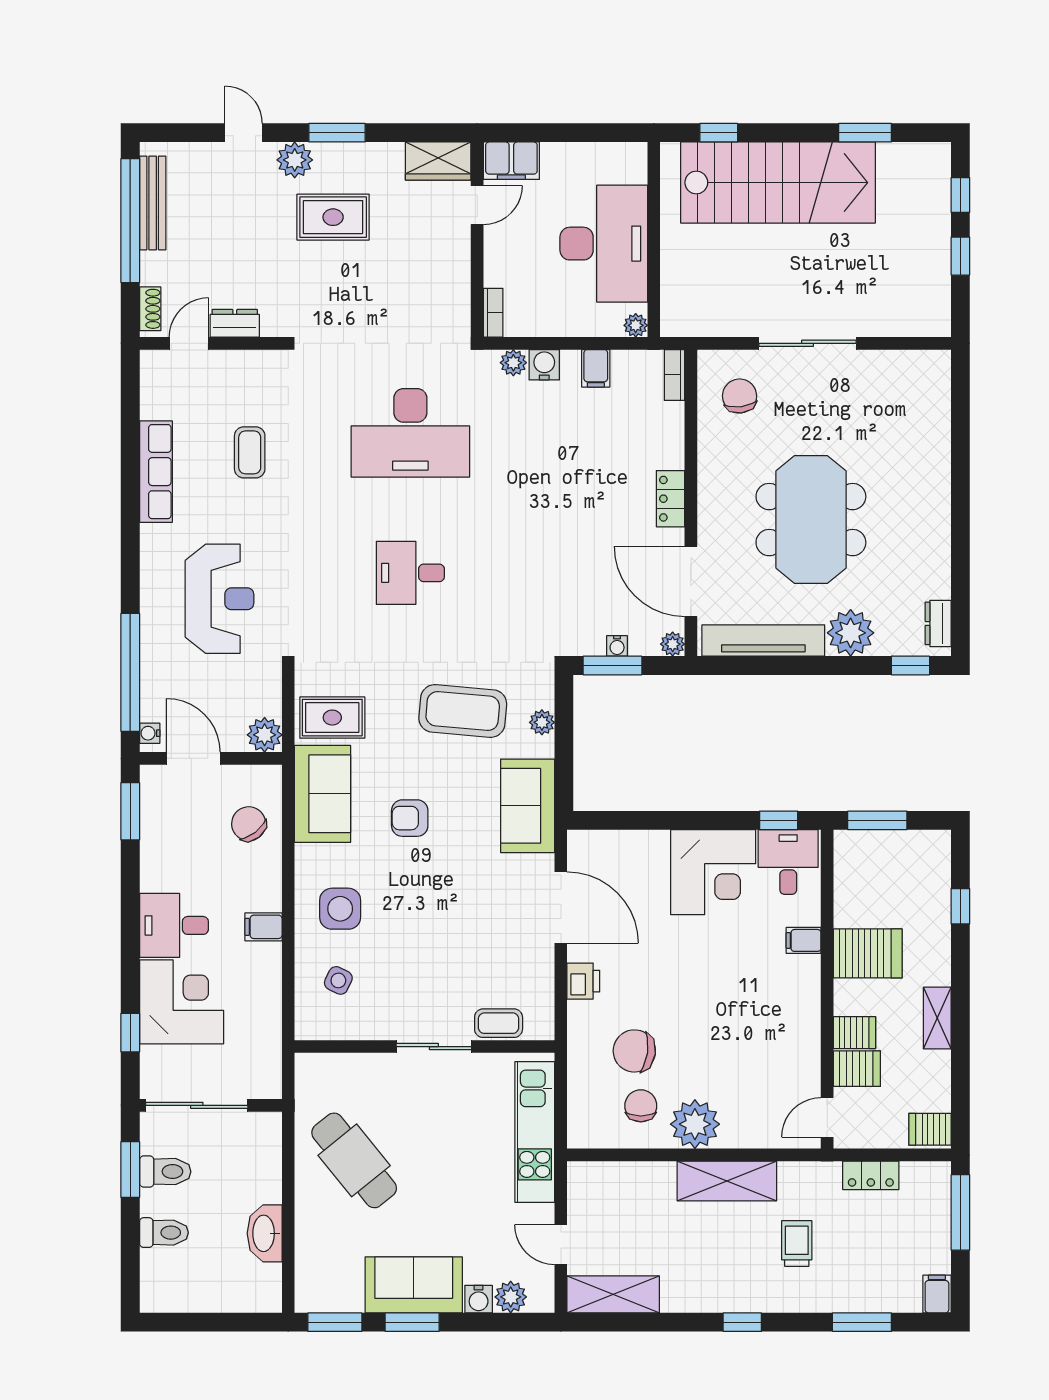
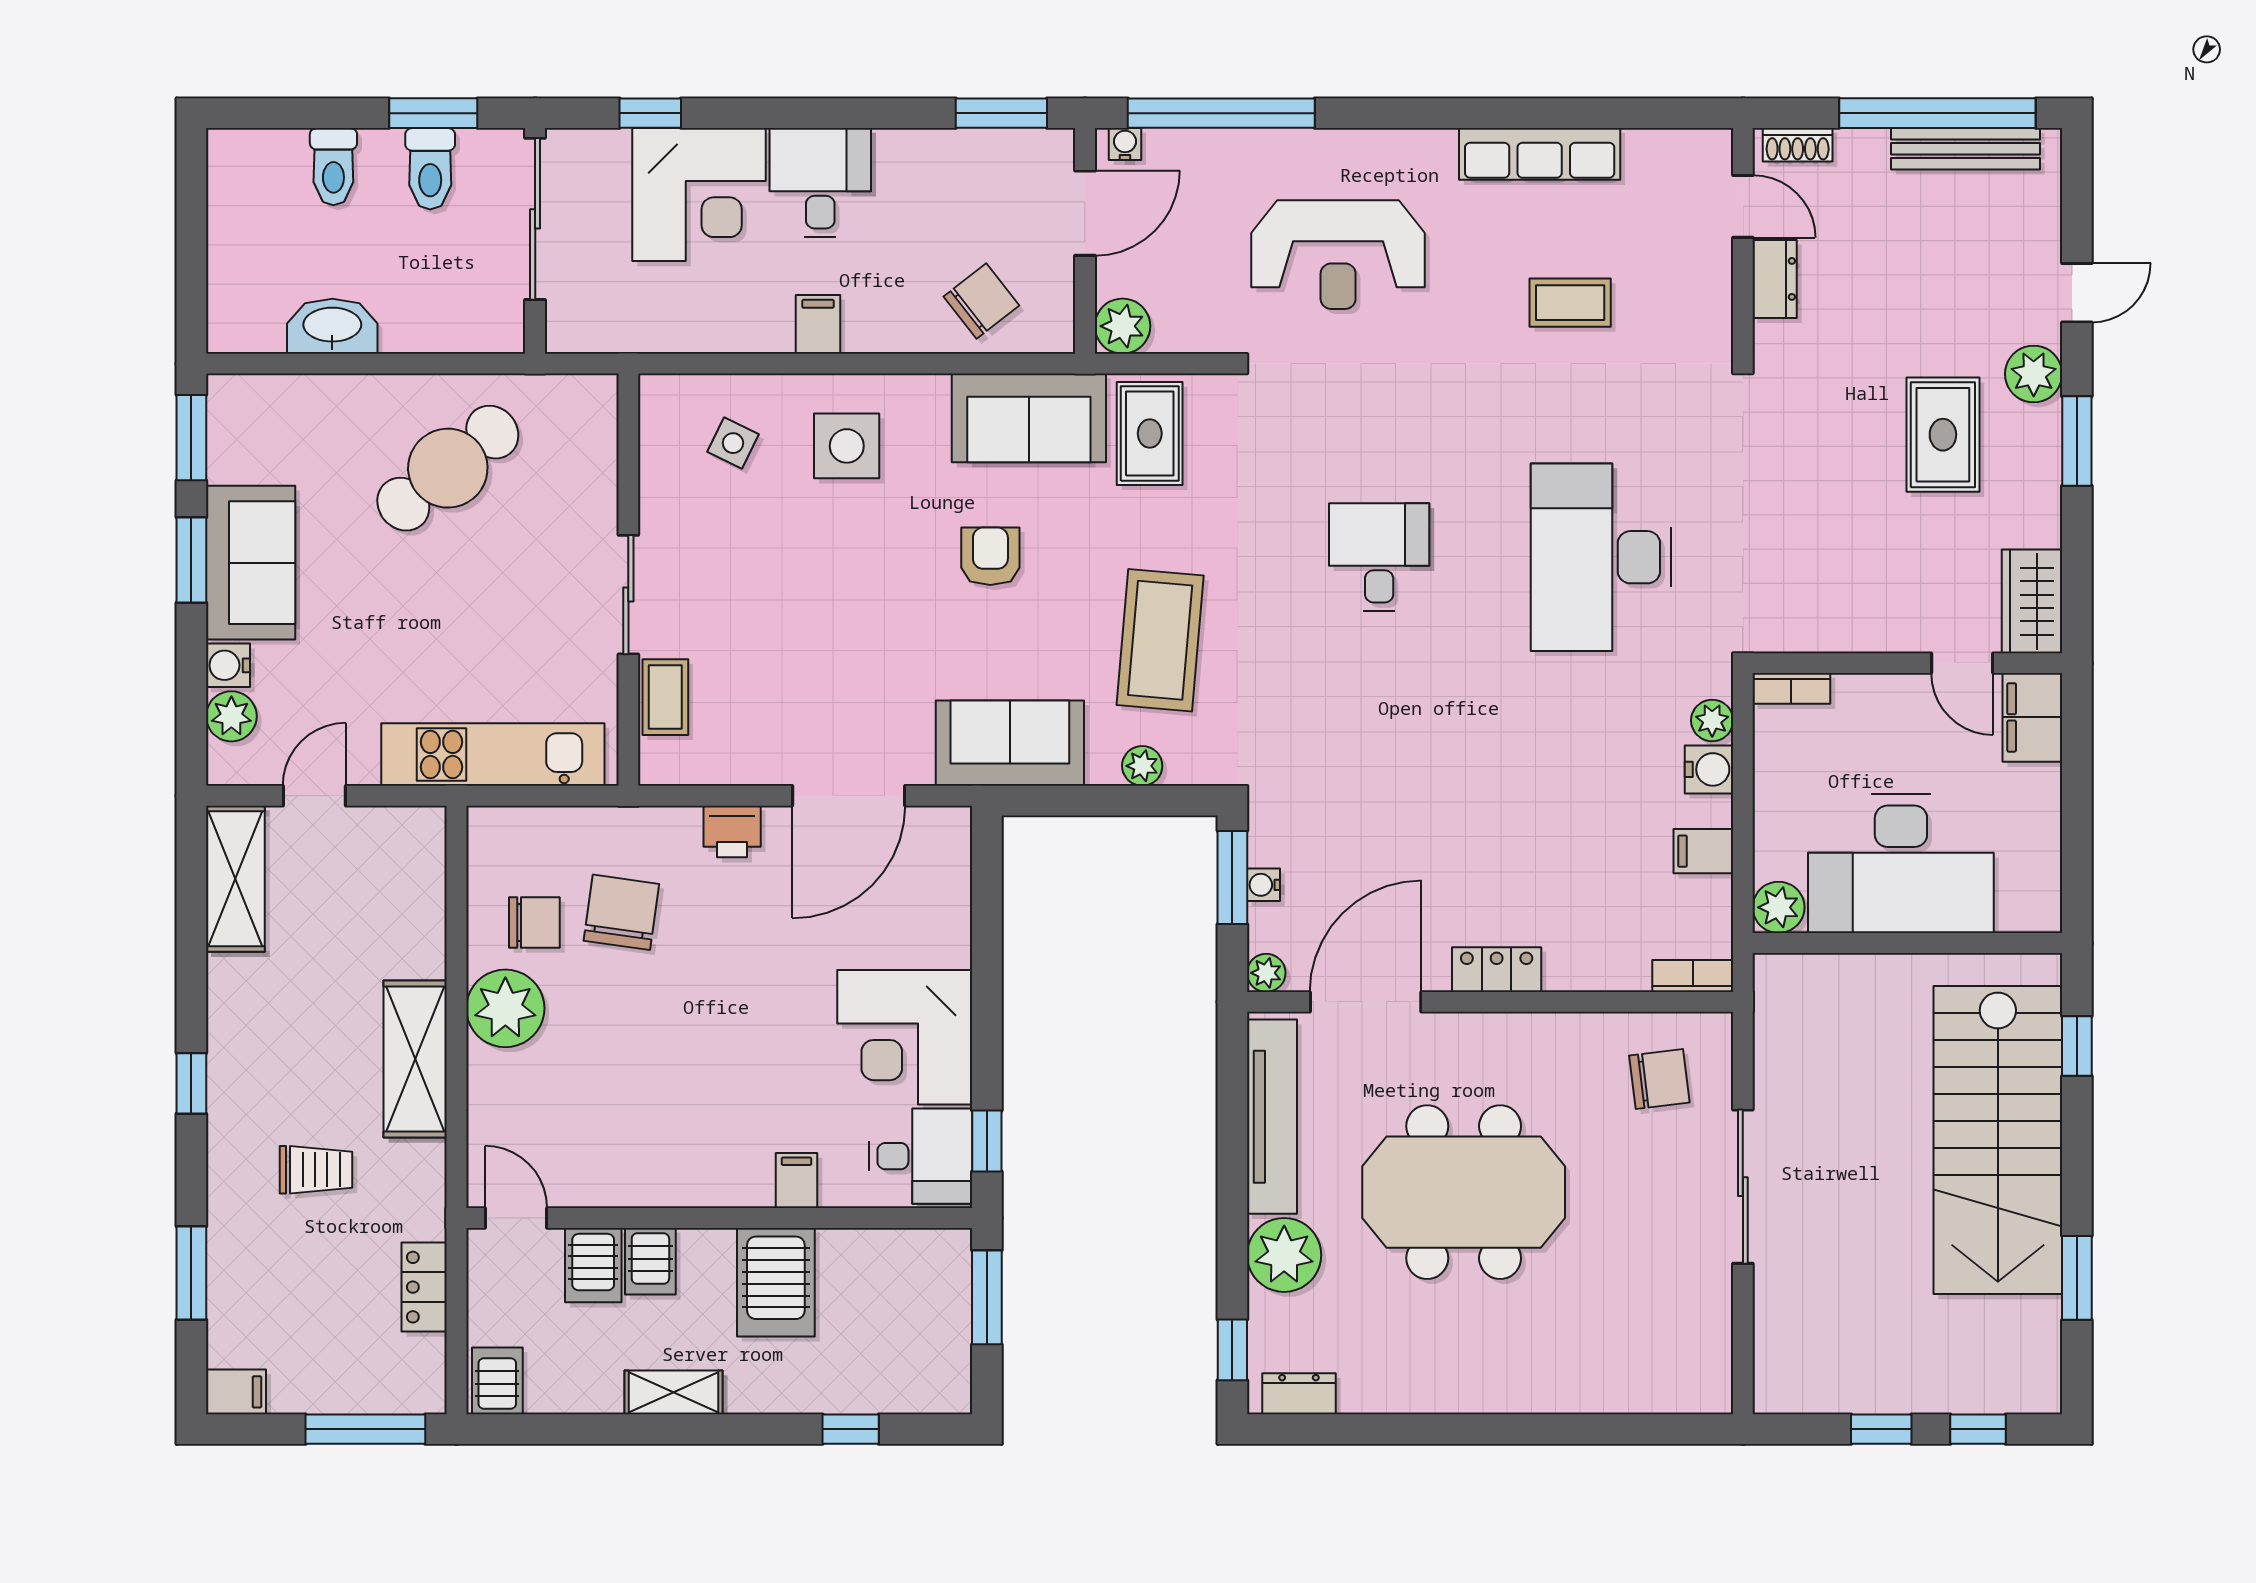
plant: (636, 325) -> (1779, 907), width x1.38, depth x1.38

